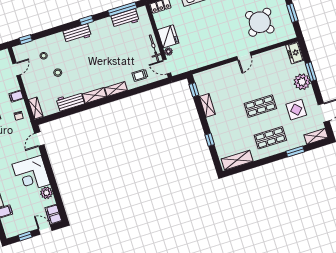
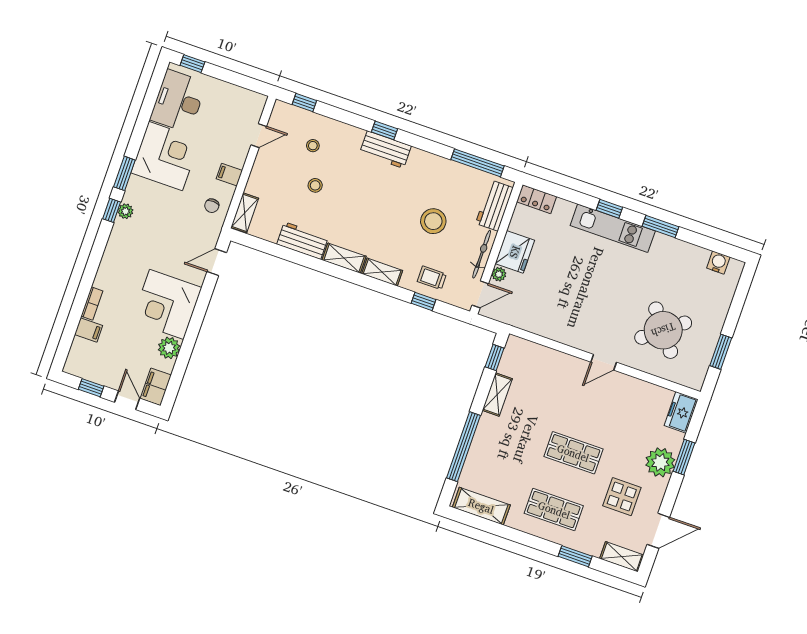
workbench: (125, 19) -> (494, 206), moved, turned 90
window: (86, 20) -> (384, 130), moved
stool: (122, 50) -> (433, 221), added
door: (167, 67) -> (480, 294), swing flipped
window: (144, 88) -> (423, 301), added
window: (210, 140) -> (463, 447), width x3.17

